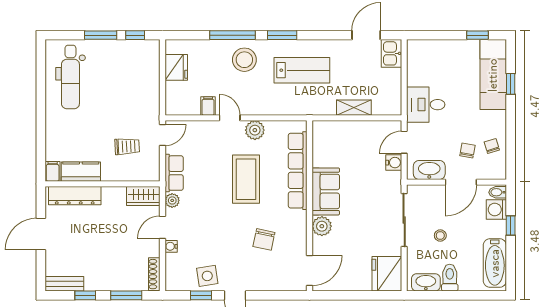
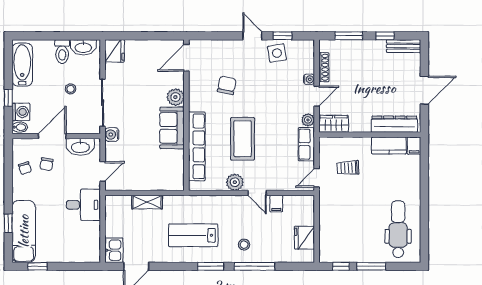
stool: (244, 60) -> (244, 245), width x0.53, depth x0.53
water cooler: (394, 163) -> (112, 135), moved
shoe rack: (154, 274) -> (324, 67), moved
fridge: (387, 274) -> (115, 51), width x0.73, depth x0.75

